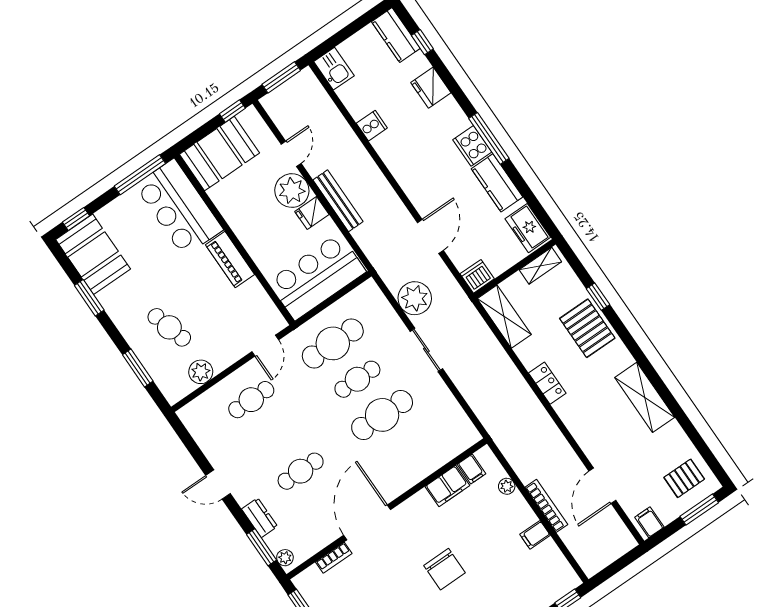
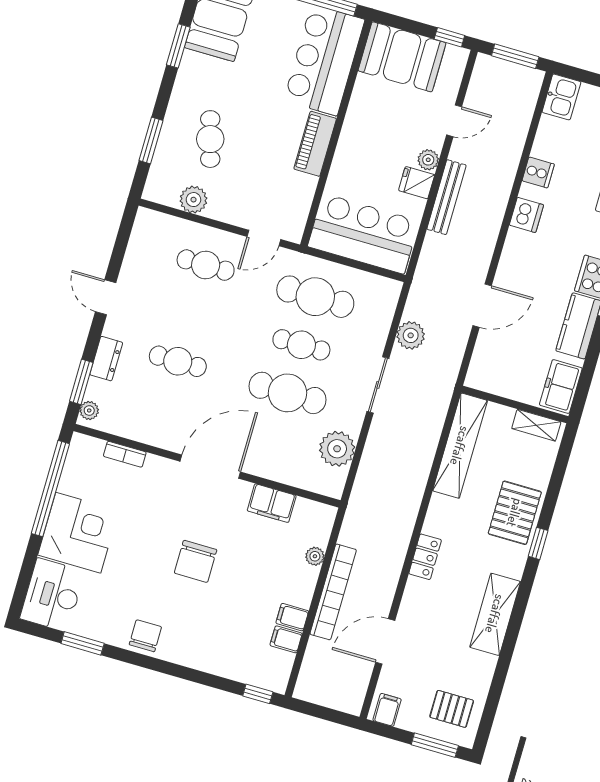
plant: (292, 191) -> (428, 160), width x0.53, depth x0.53
dishwasher: (477, 276) -> (526, 215), moved, turned 90
window: (598, 297) -> (538, 543), moved
plant: (415, 298) -> (411, 335), width x0.73, depth x0.73
shelving: (504, 317) -> (460, 446), width x1.47
locker: (547, 383) -> (425, 557), moved
plant: (447, 412) -> (337, 449), added
filing cabinet: (471, 469) -> (286, 639), moved, turned 90
bookcase: (546, 506) -> (333, 592), width x1.48, depth x1.31
door: (367, 522) -> (210, 467), moved

